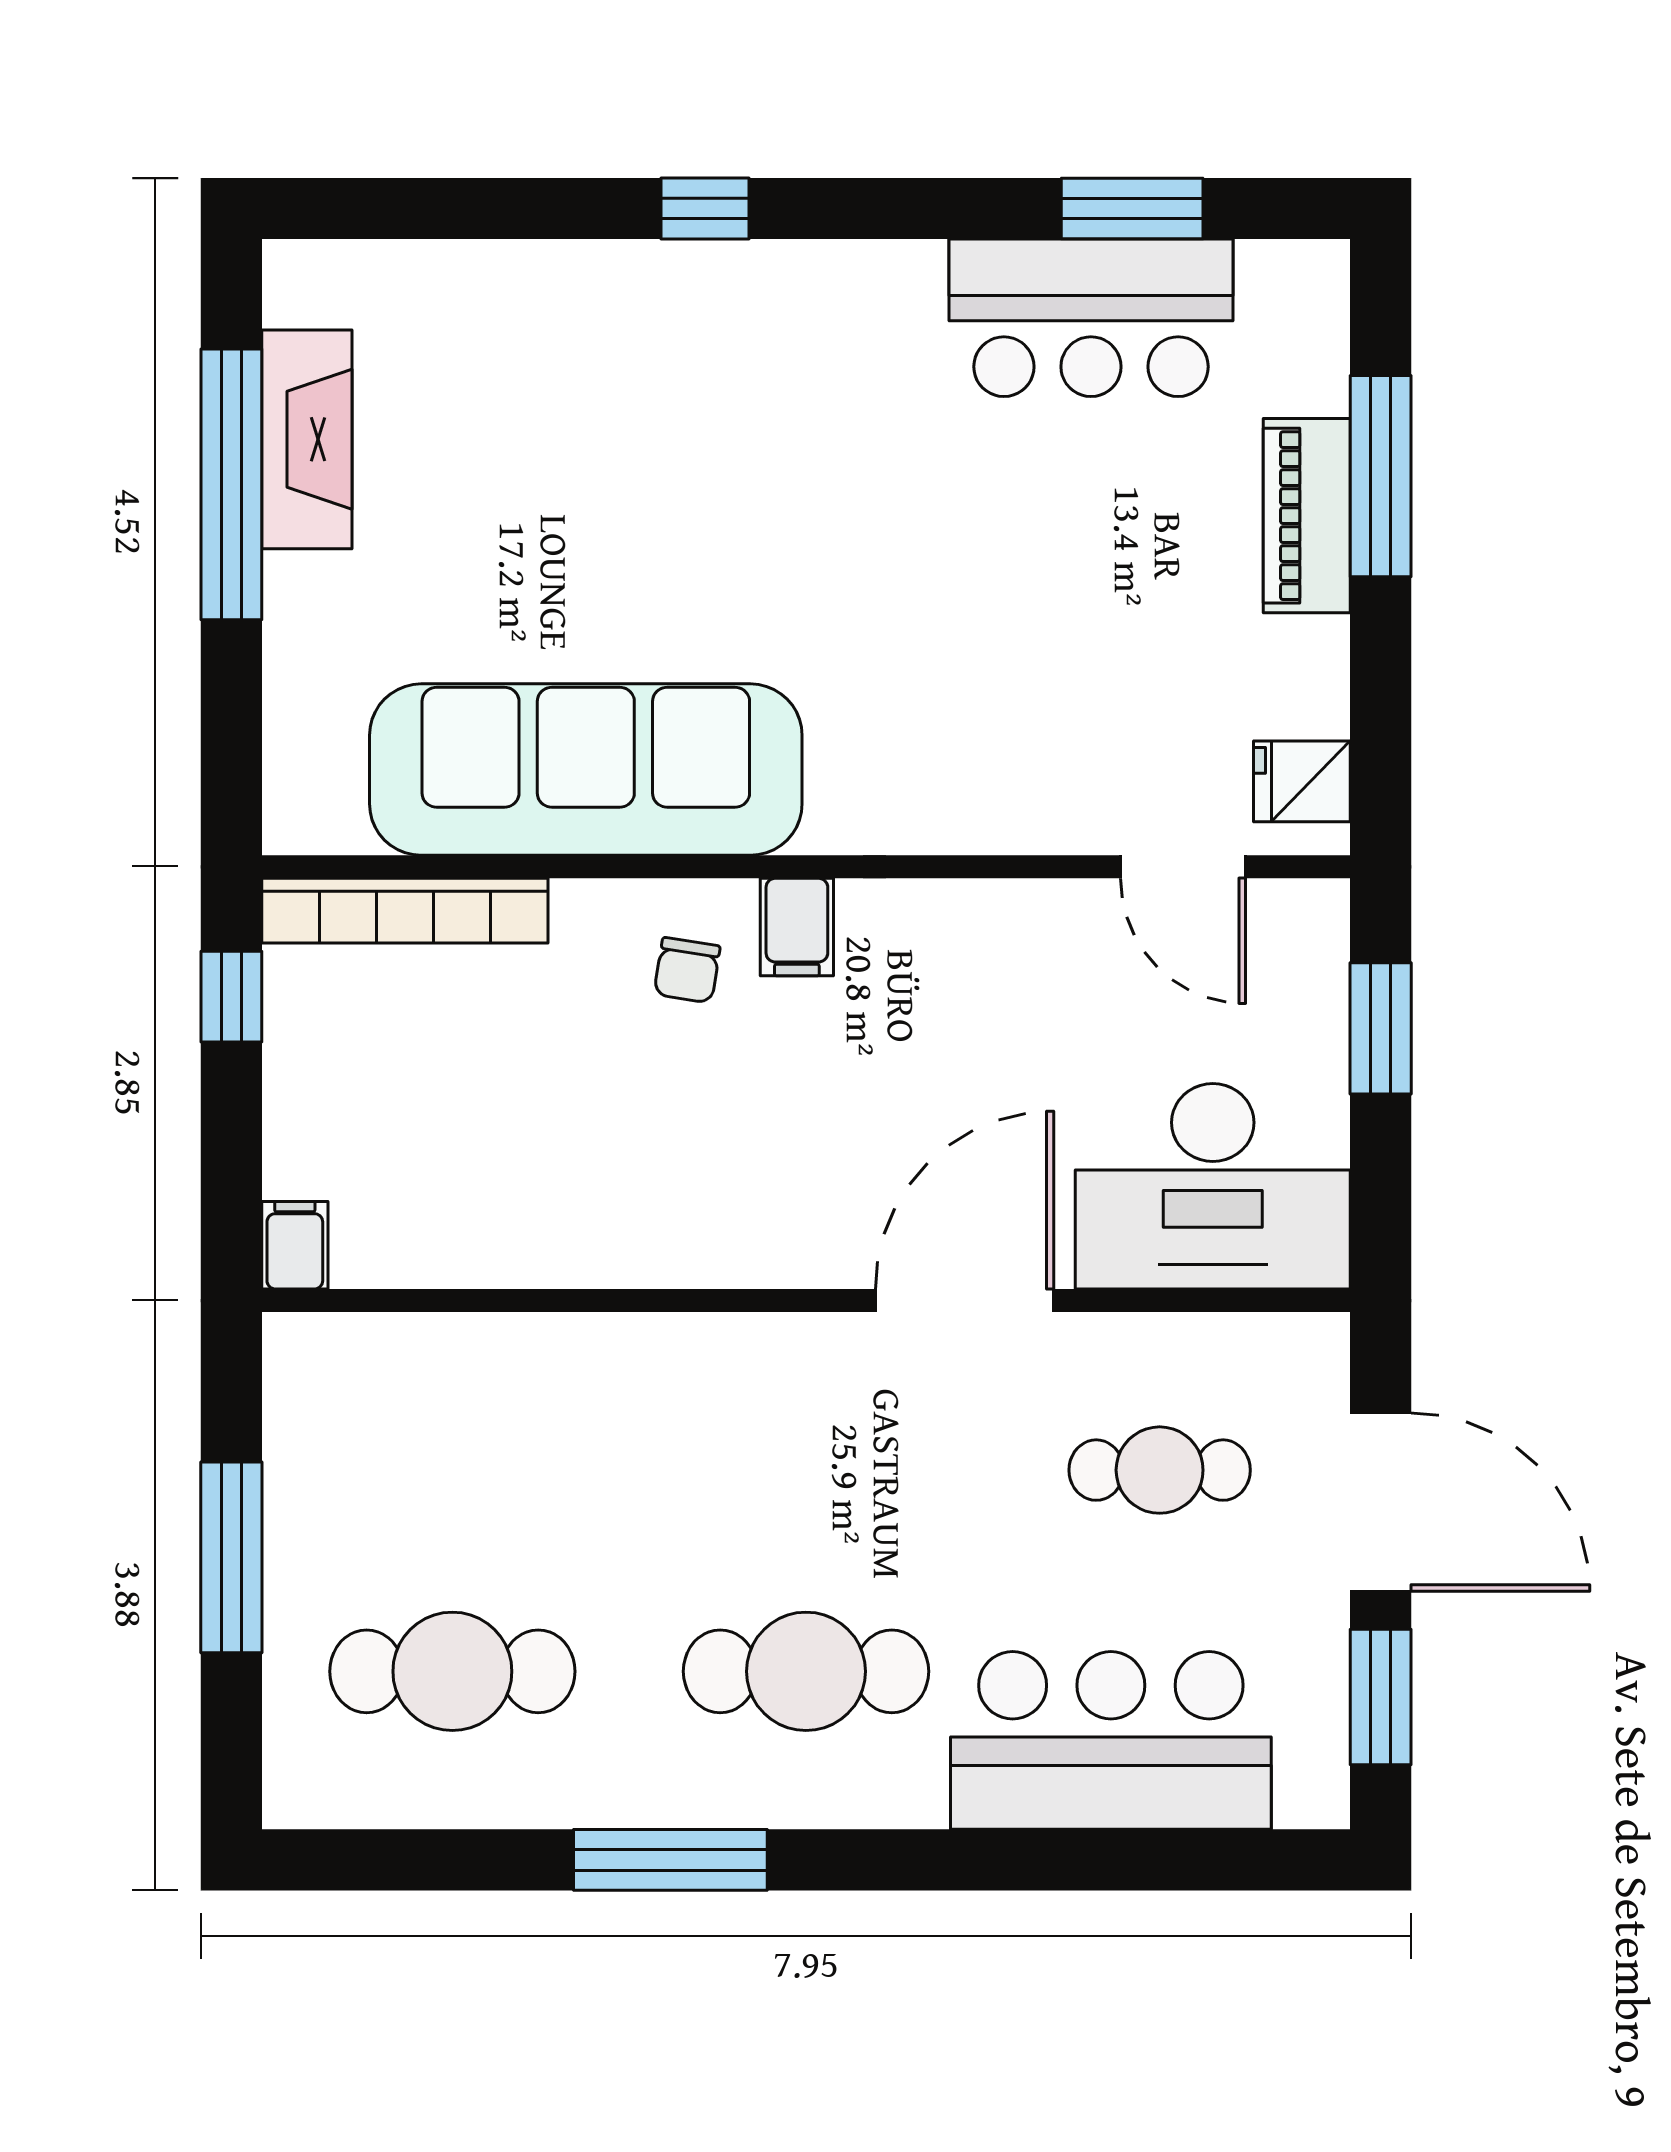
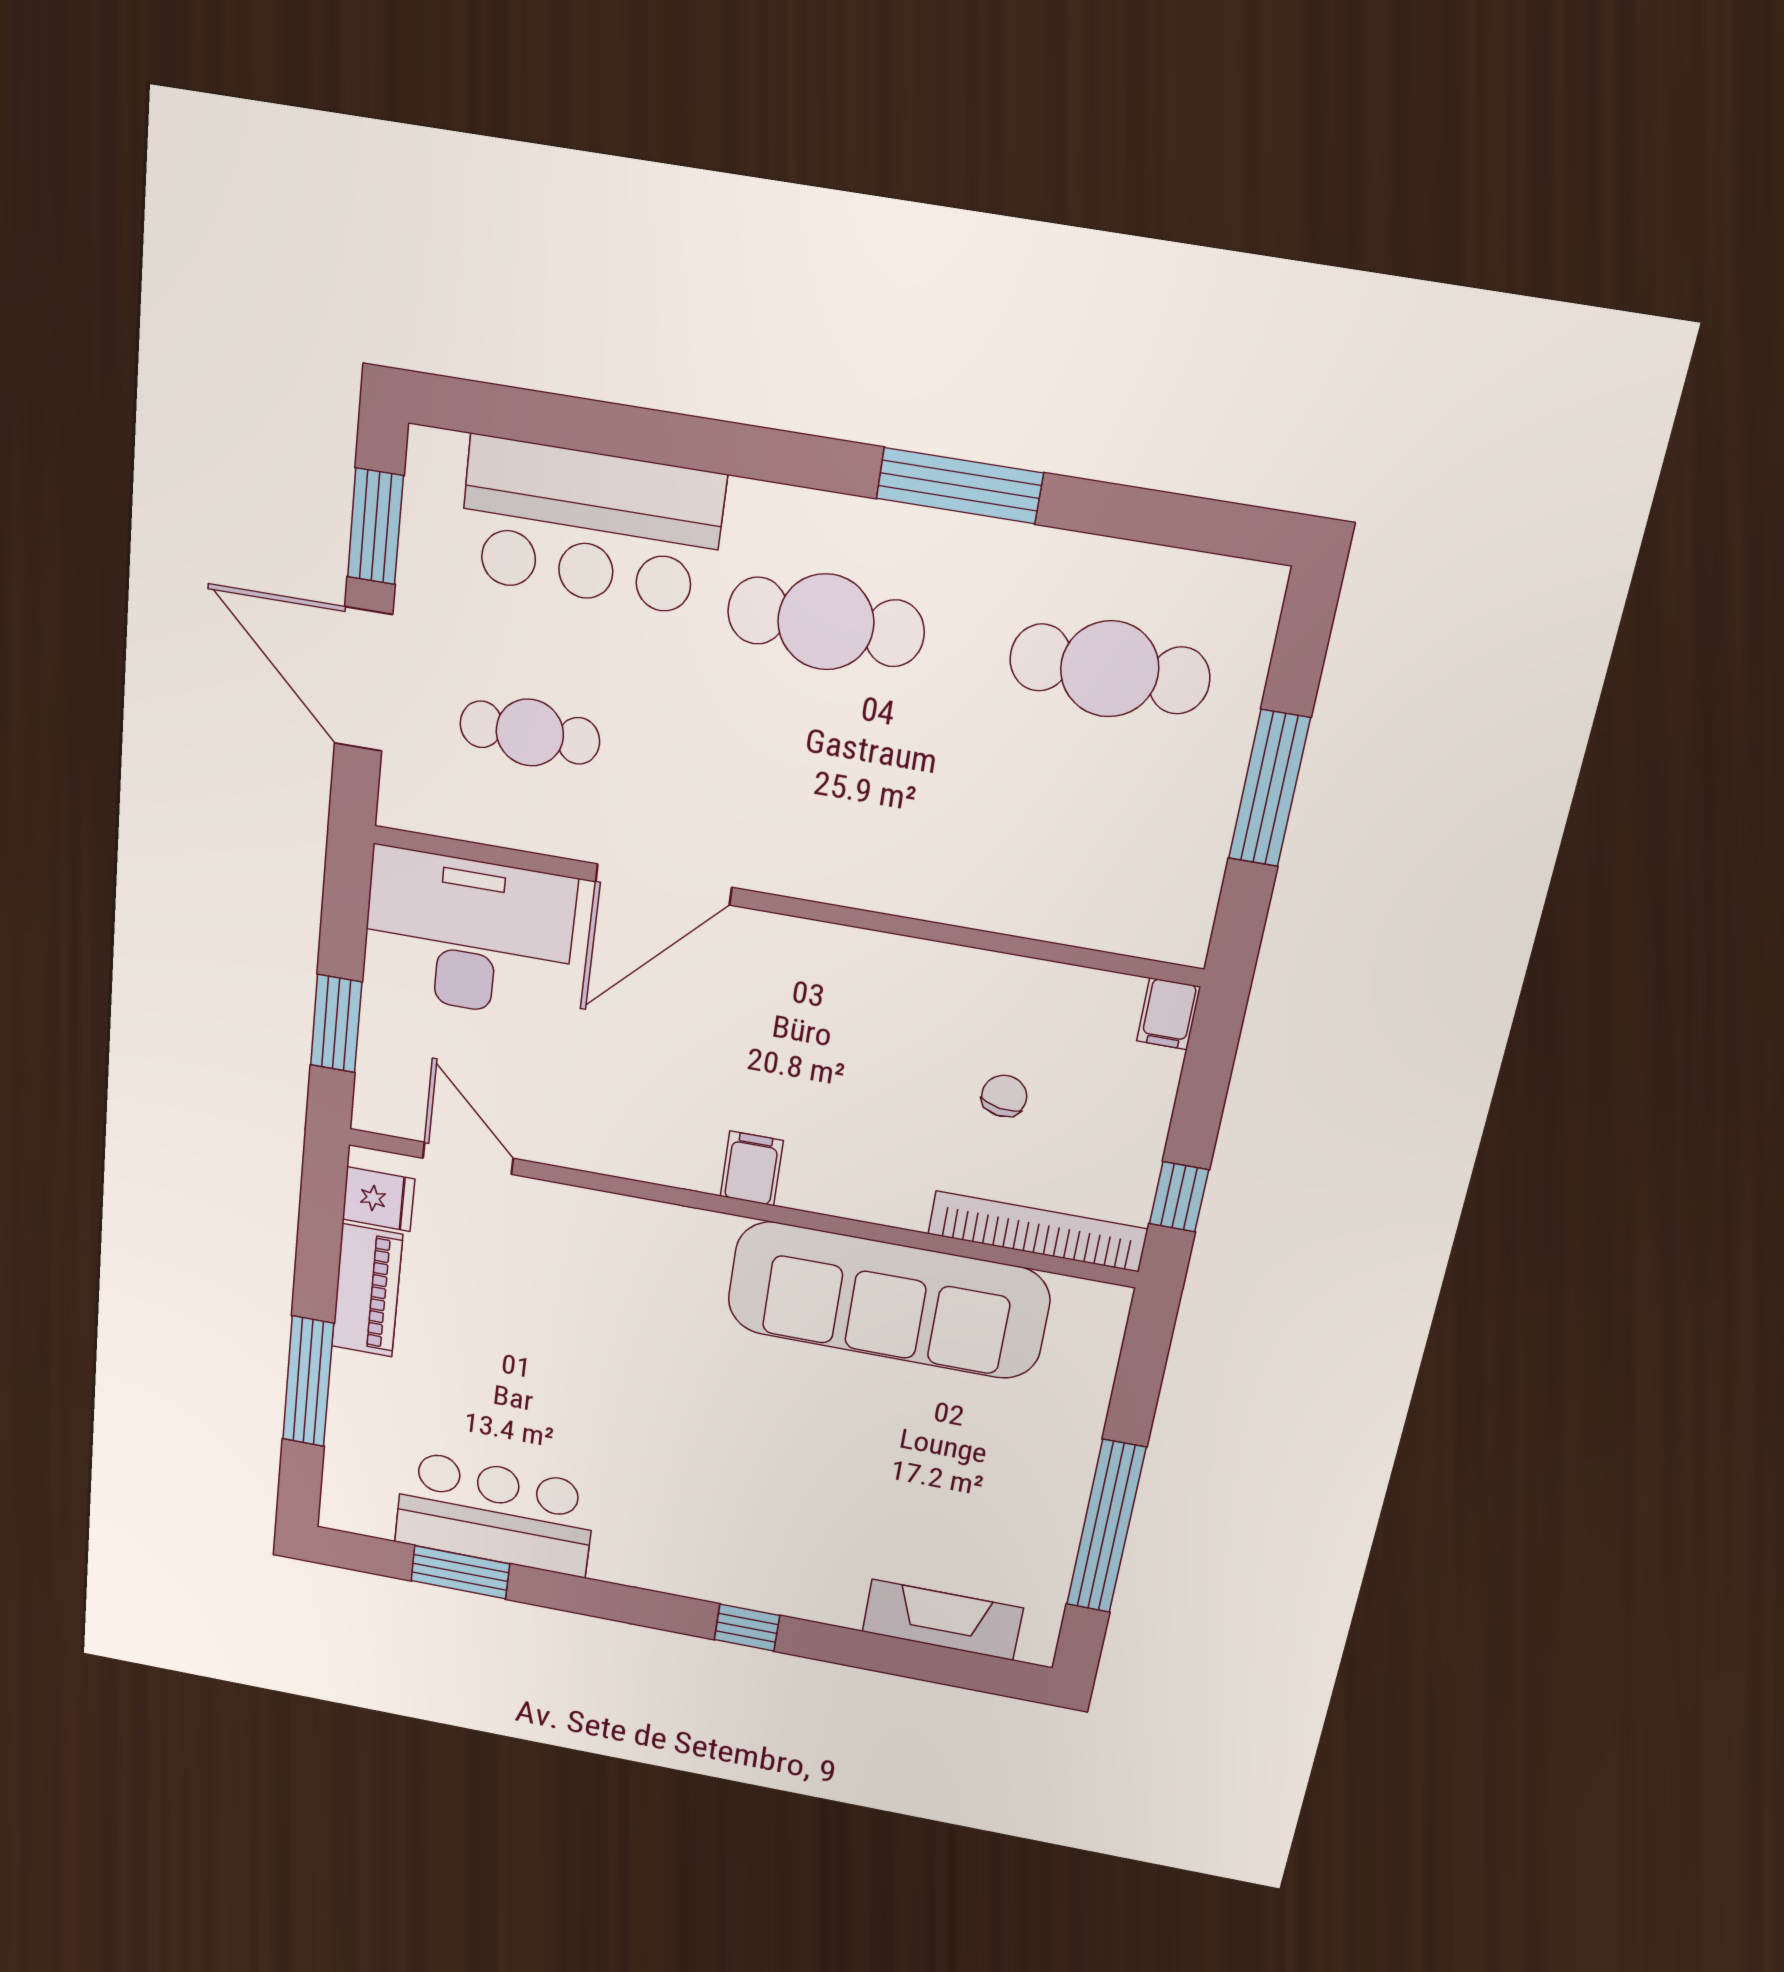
fireplace: (307, 439) -> (942, 1620), moved, turned 90
piano: (1307, 516) -> (367, 1291), moved
chair: (687, 970) -> (1004, 1096), moved

